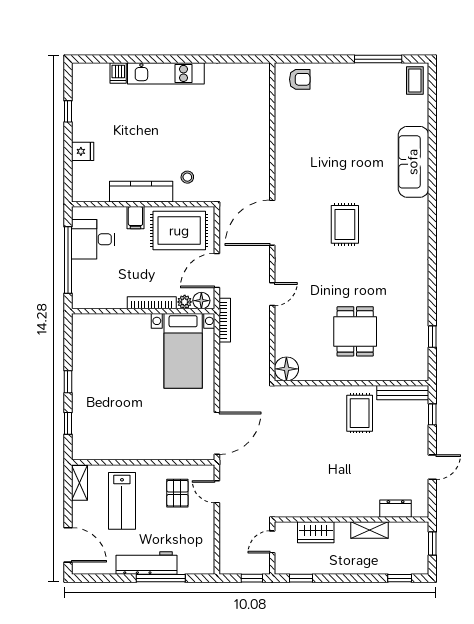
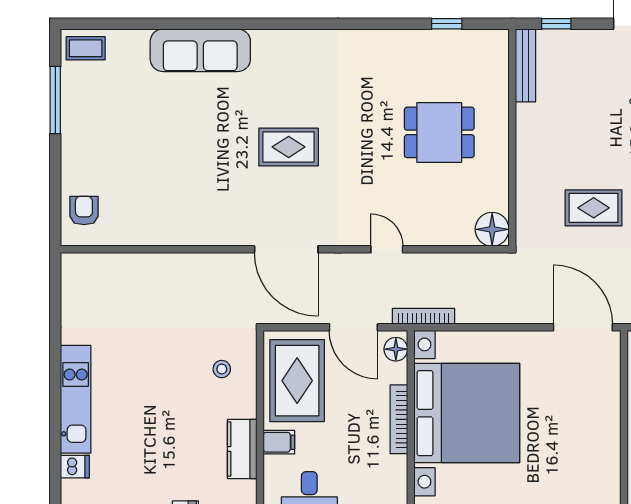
kitchen counter: (141, 192) -> (242, 449), width x0.67
plant: (185, 302) -> (398, 373), removed
bed with nightstands: (183, 351) -> (467, 413), width x1.85
rug: (360, 413) -> (594, 208), moved

